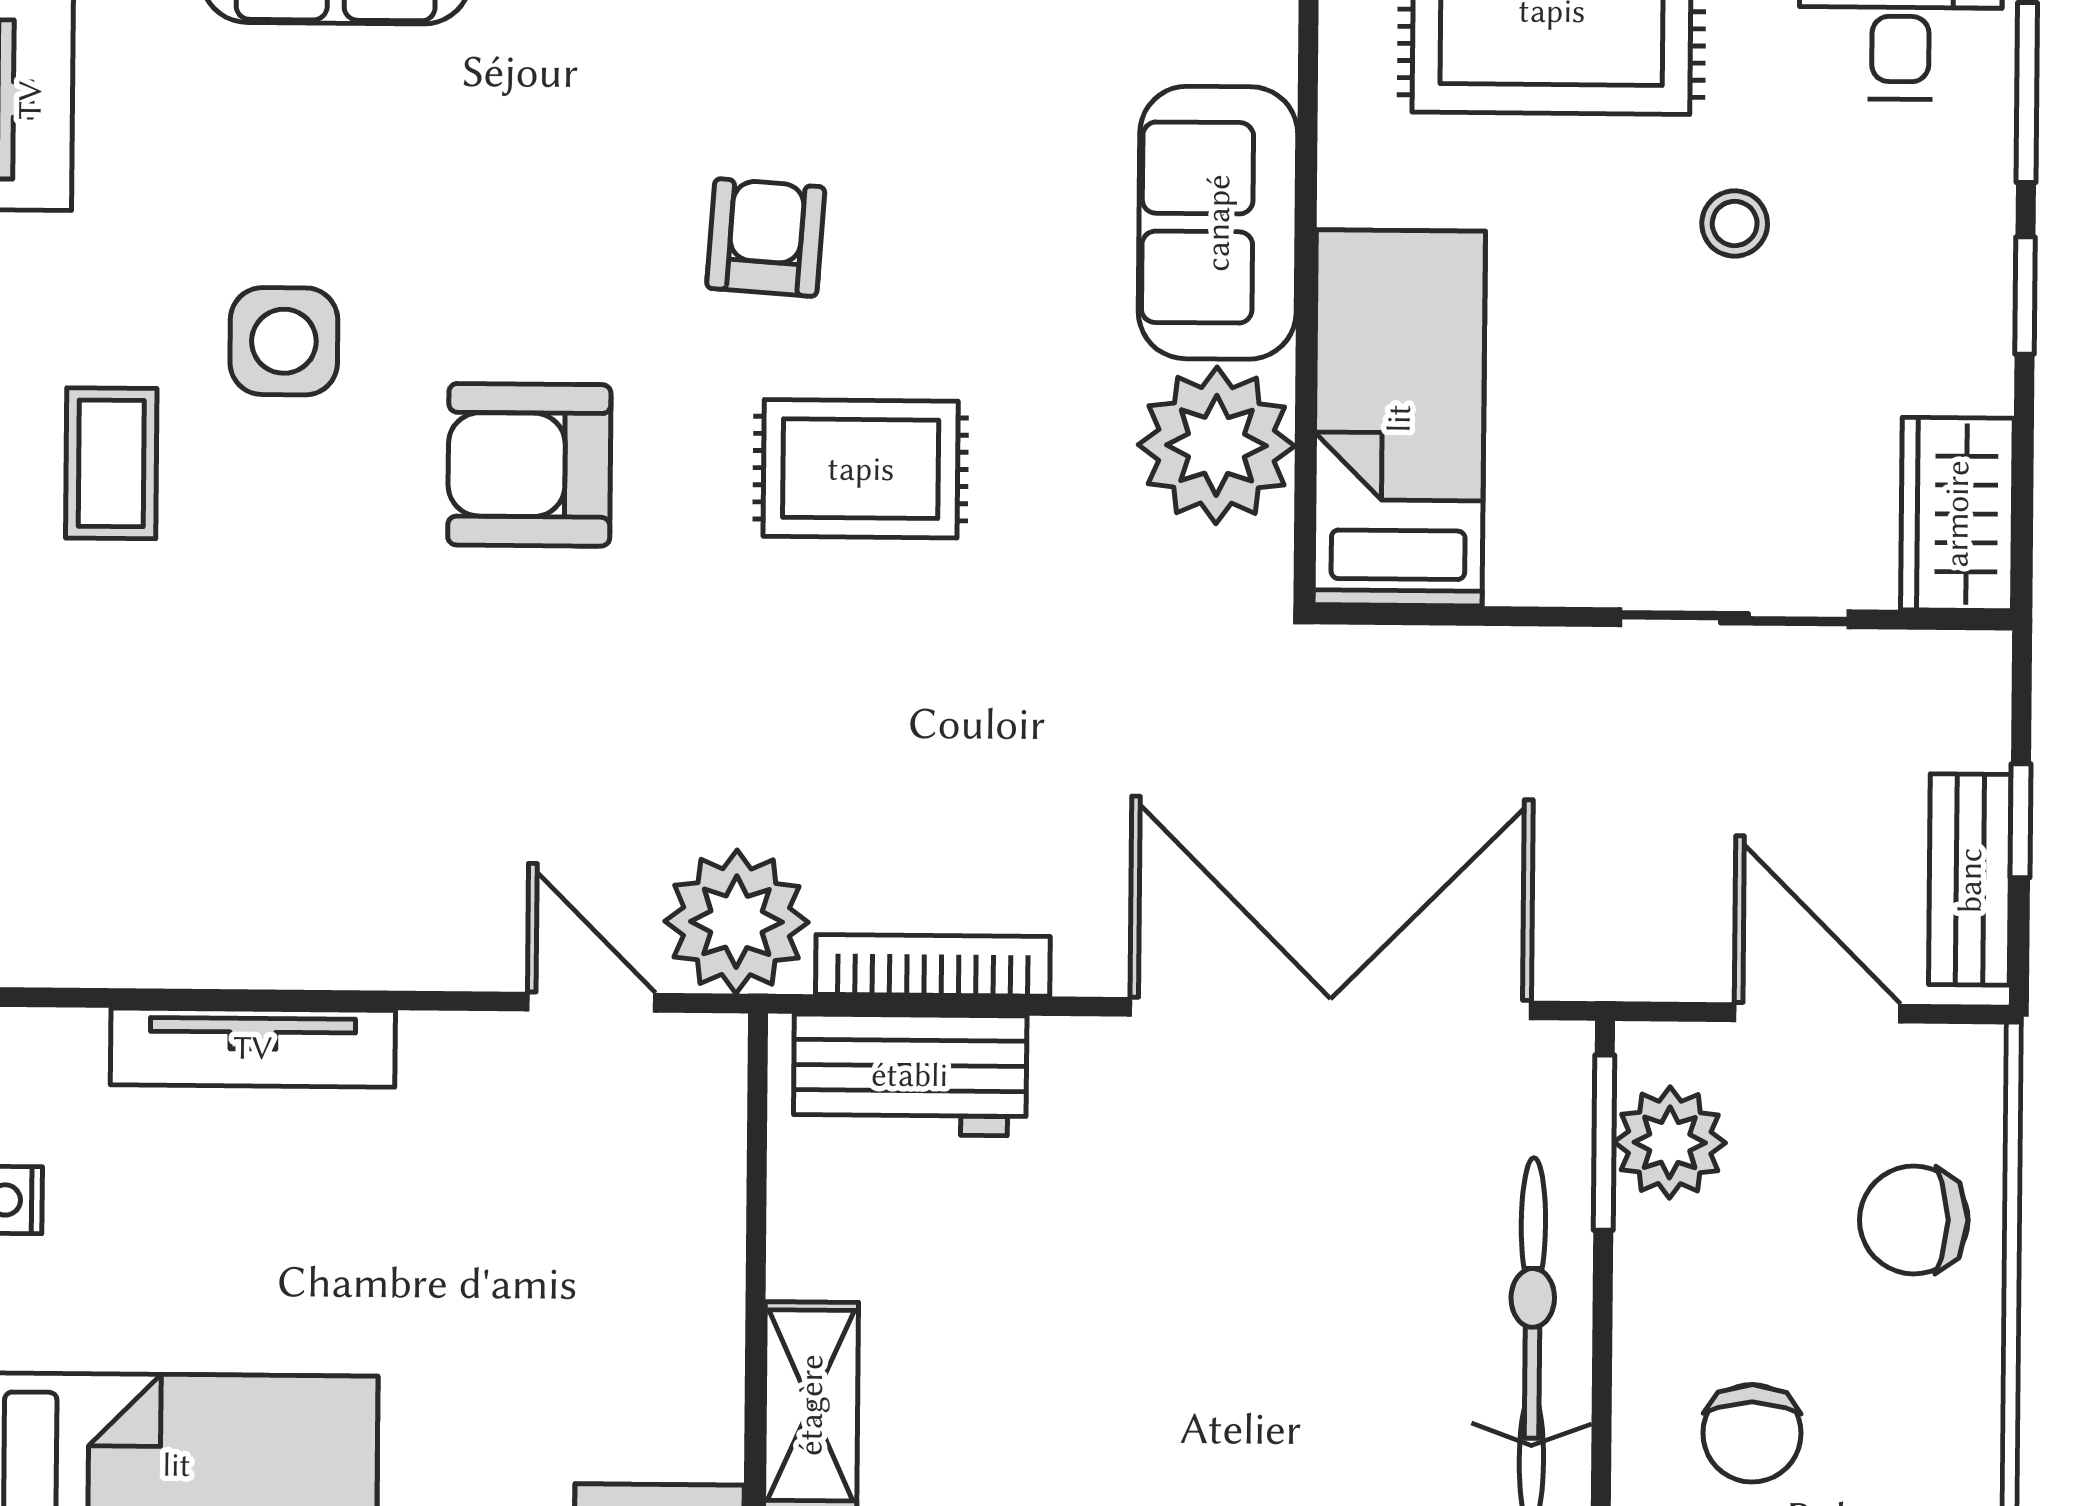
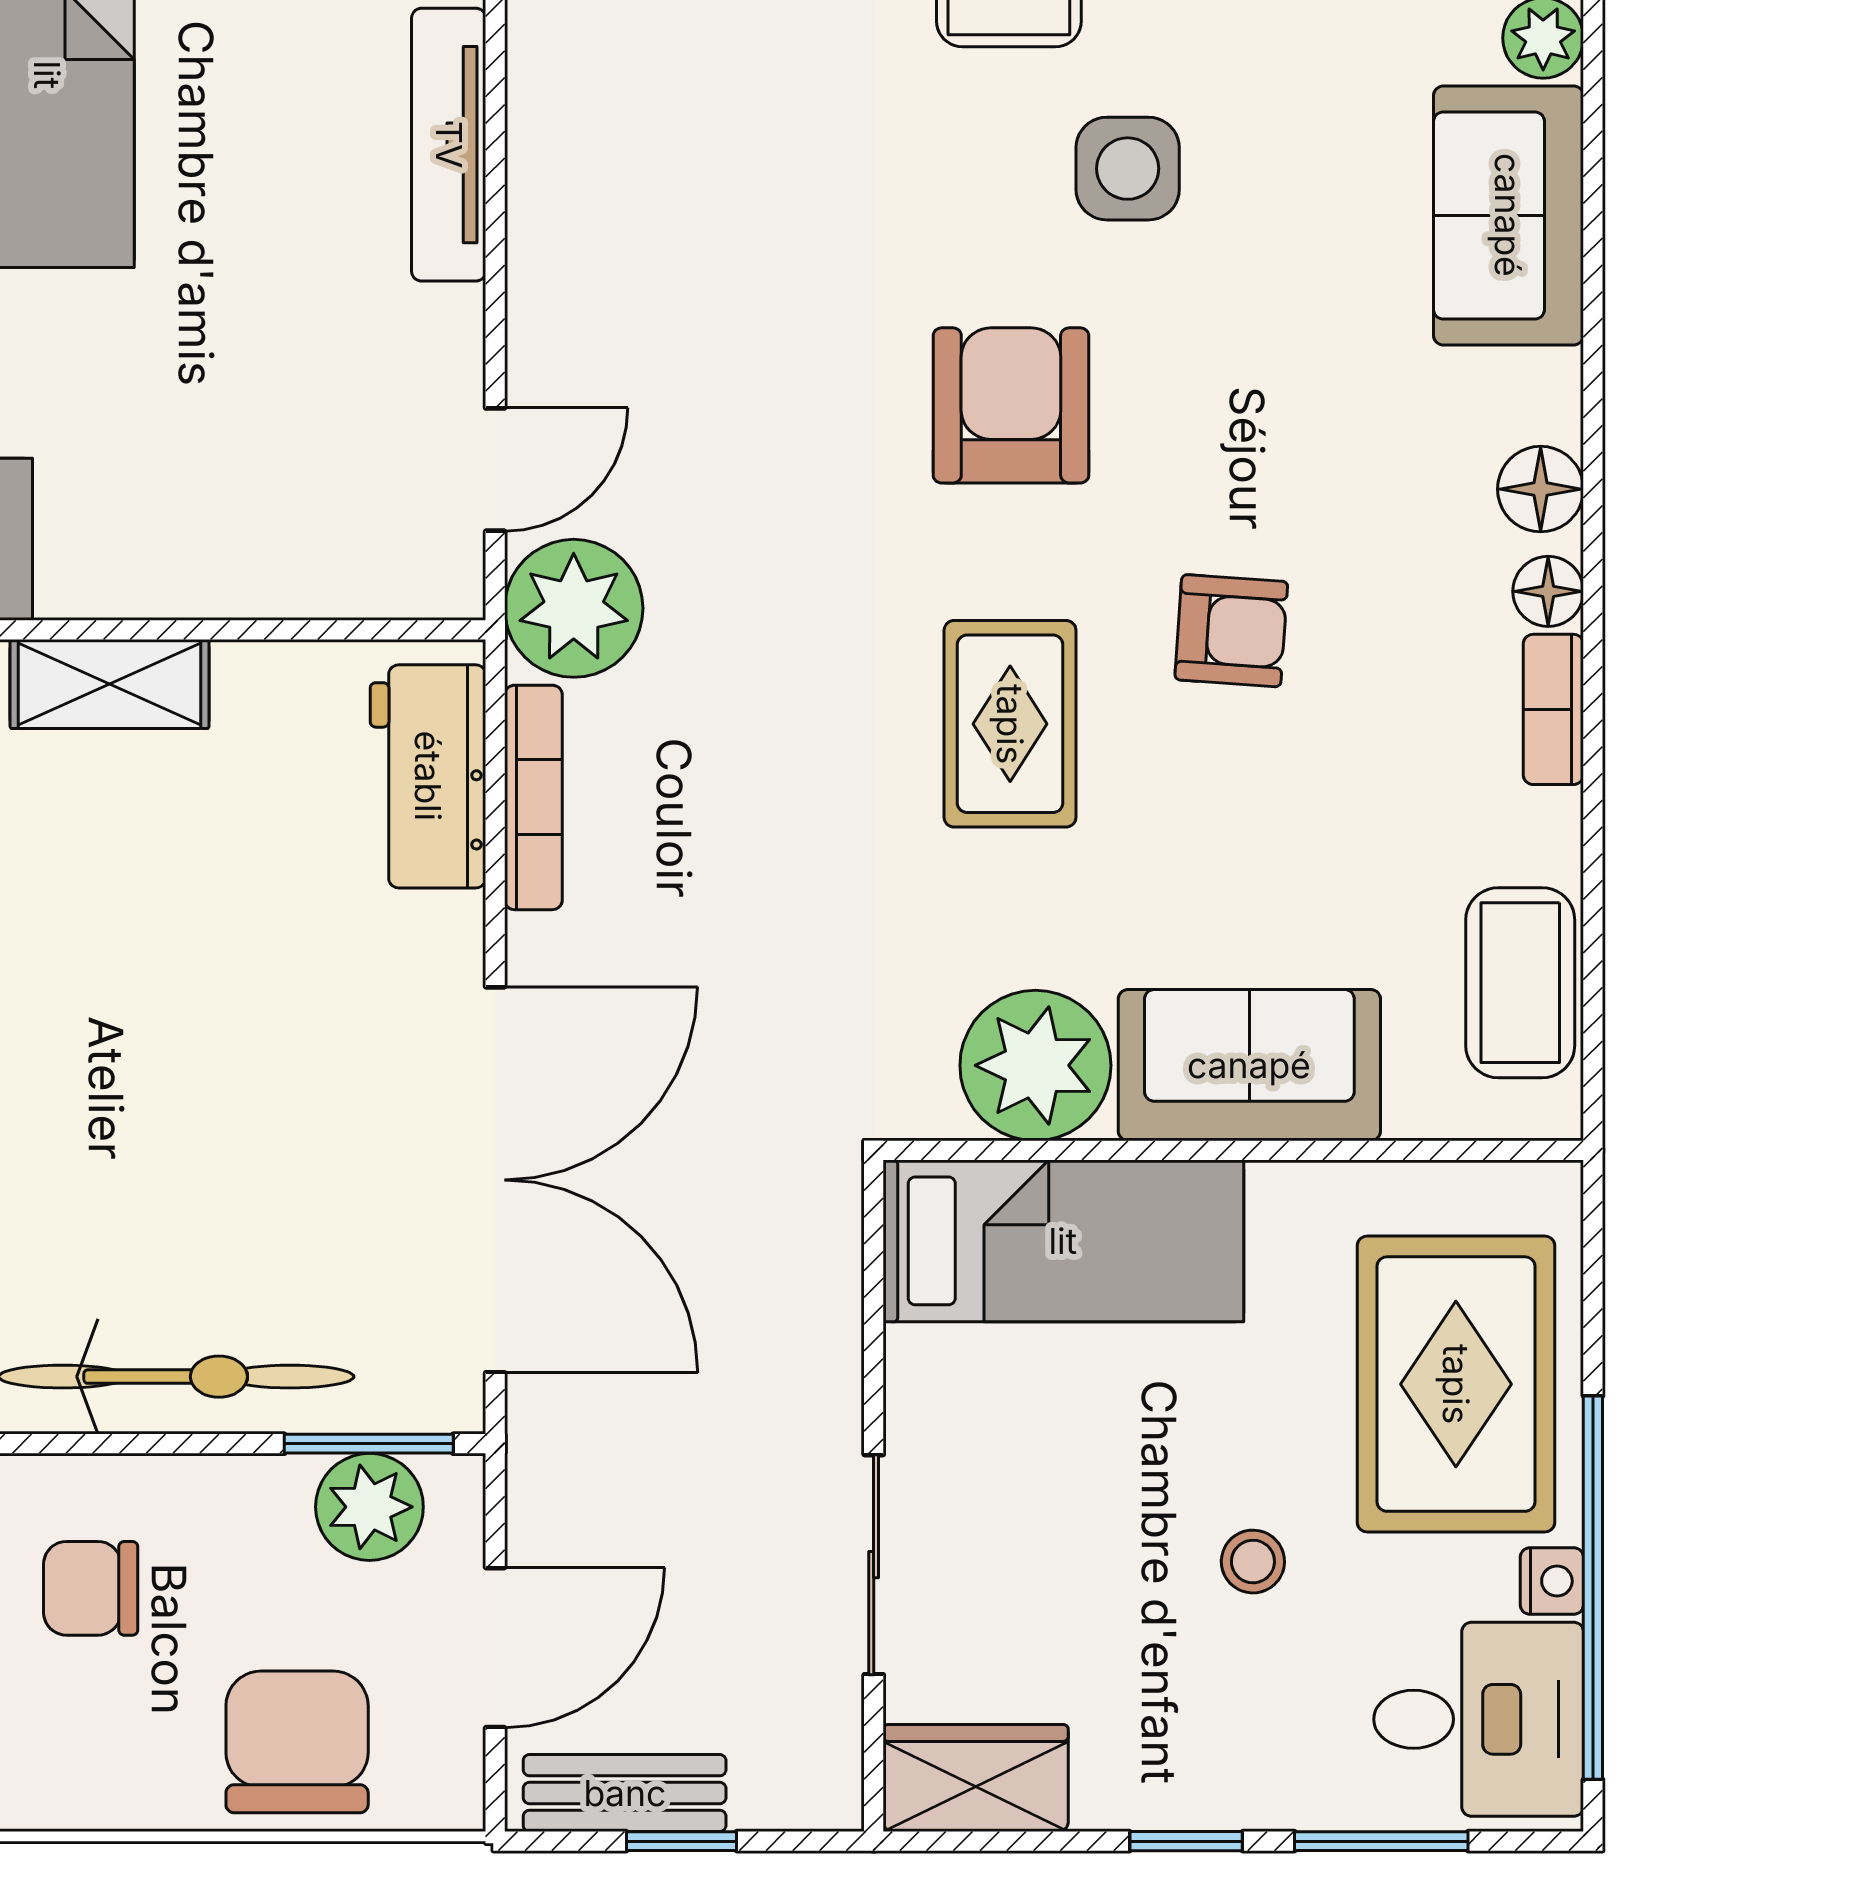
chair: (1914, 1220) -> (297, 1742), width x1.37, depth x1.37

